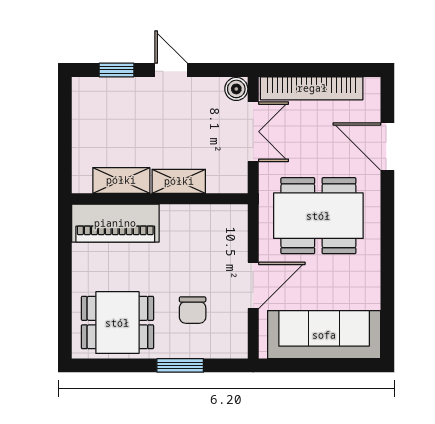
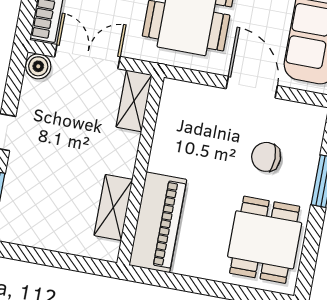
shelving: (179, 181) -> (134, 101), moved
chair: (193, 310) -> (266, 157), turned 180

